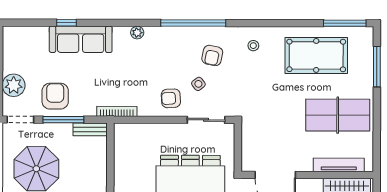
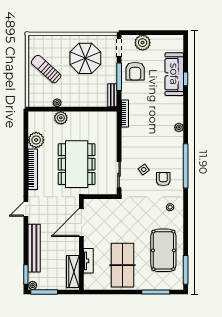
sofa: (81, 39) -> (174, 74), moved
armchair: (212, 55) -> (163, 179), turned 78
armchair: (55, 96) -> (135, 71), turned 90
armchair: (171, 98) -> (134, 151), removed
tv unit: (339, 165) -> (88, 261), width x0.71

